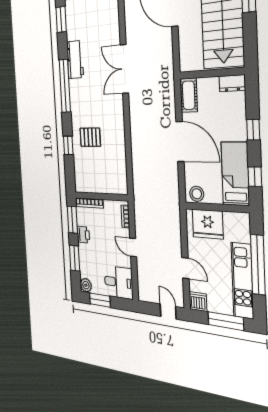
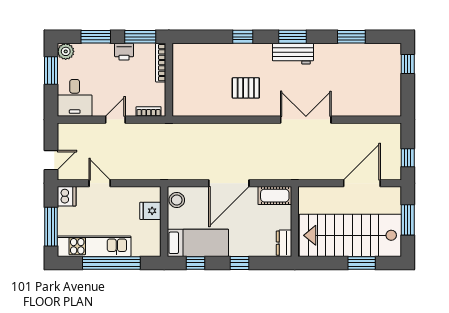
window: (61, 19) -> (351, 37), moved
workbench: (75, 60) -> (293, 54), moved
window: (65, 86) -> (293, 37), width x0.47
pallet: (90, 137) -> (246, 88), moved, turned 90
window: (68, 145) -> (243, 37), moved
fridge: (208, 224) -> (150, 211), width x0.53, depth x0.75
door: (185, 268) -> (100, 183), swing flipped

